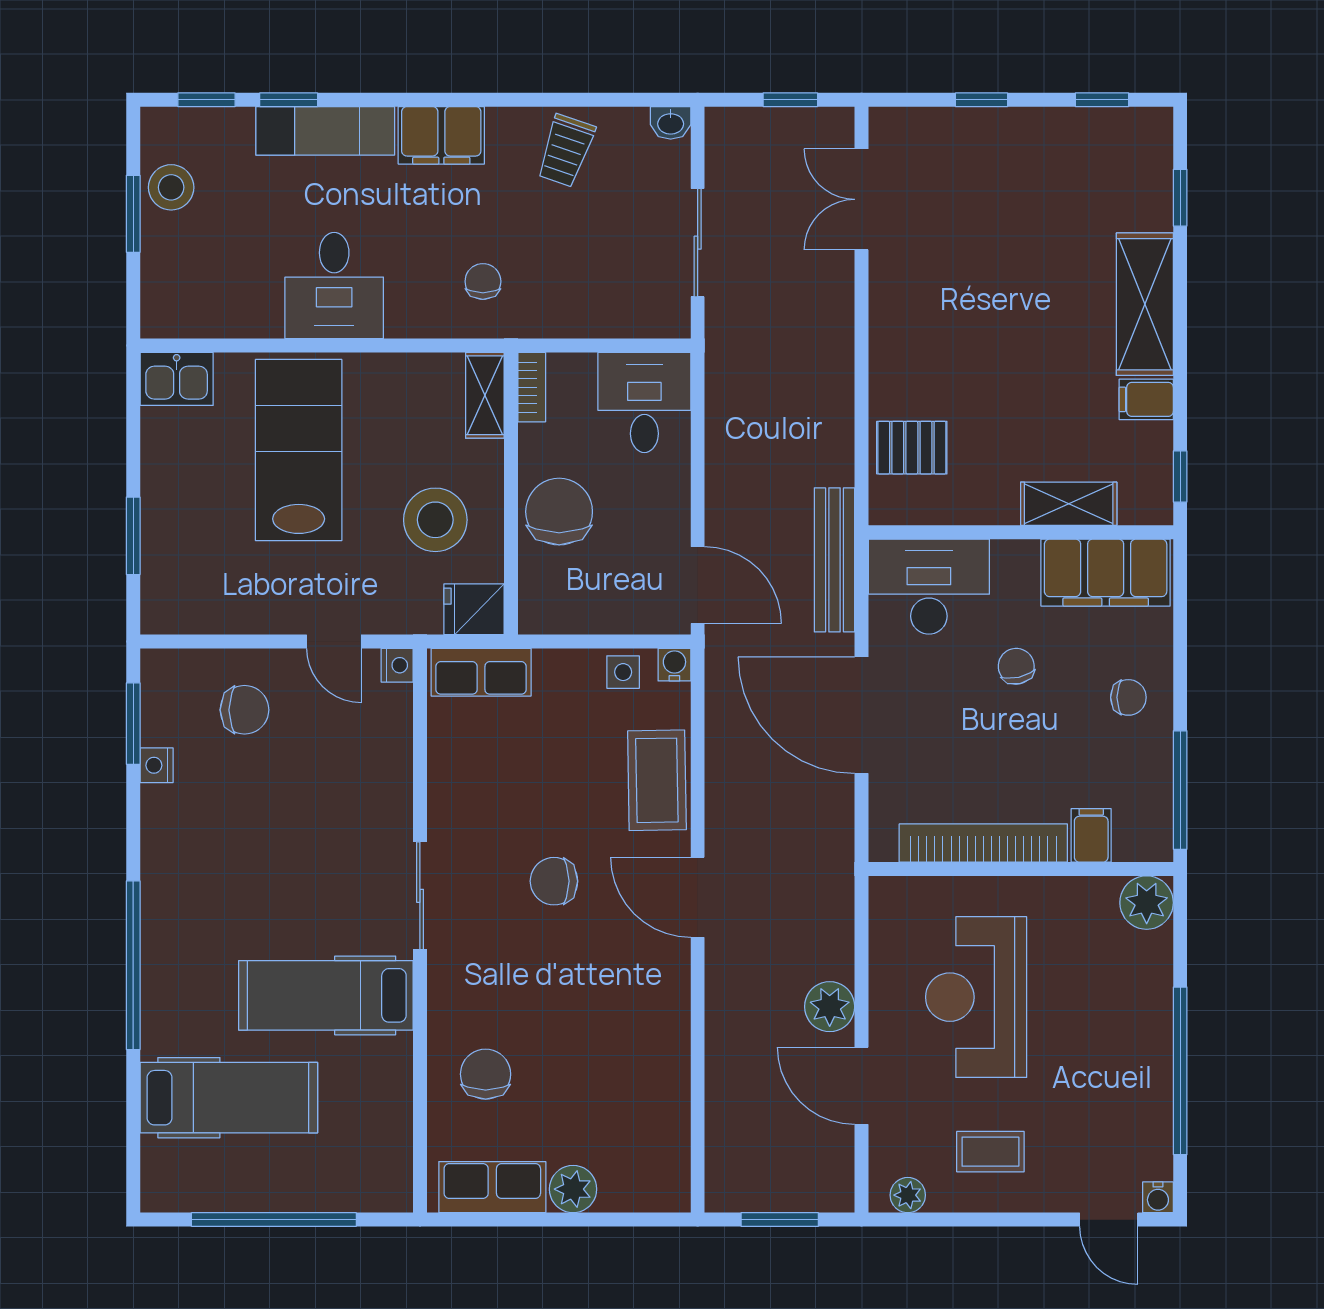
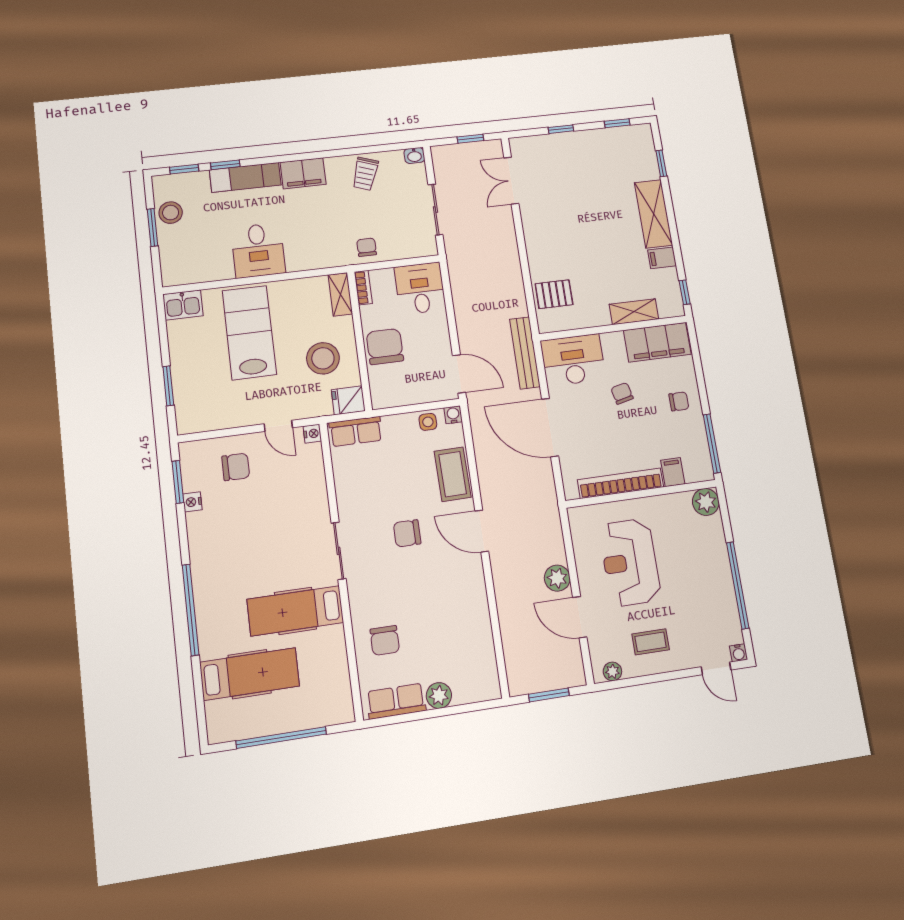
chair: (483, 281) -> (367, 247), moved
chair: (486, 1074) -> (385, 640), turned 180

